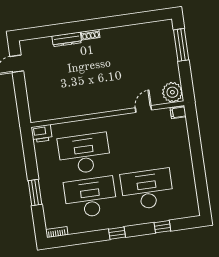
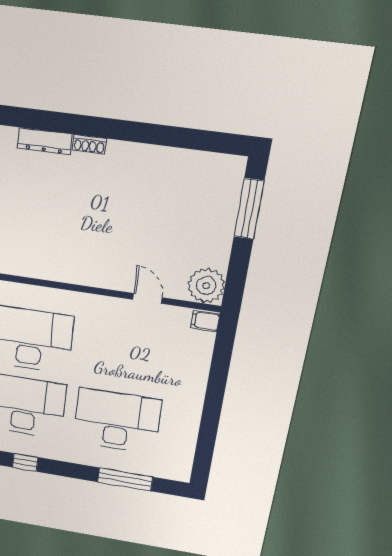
door: (143, 109) -> (147, 298), hinge flipped
window: (162, 227) -> (125, 479), width x2.17
window: (117, 233) -> (25, 462), moved

